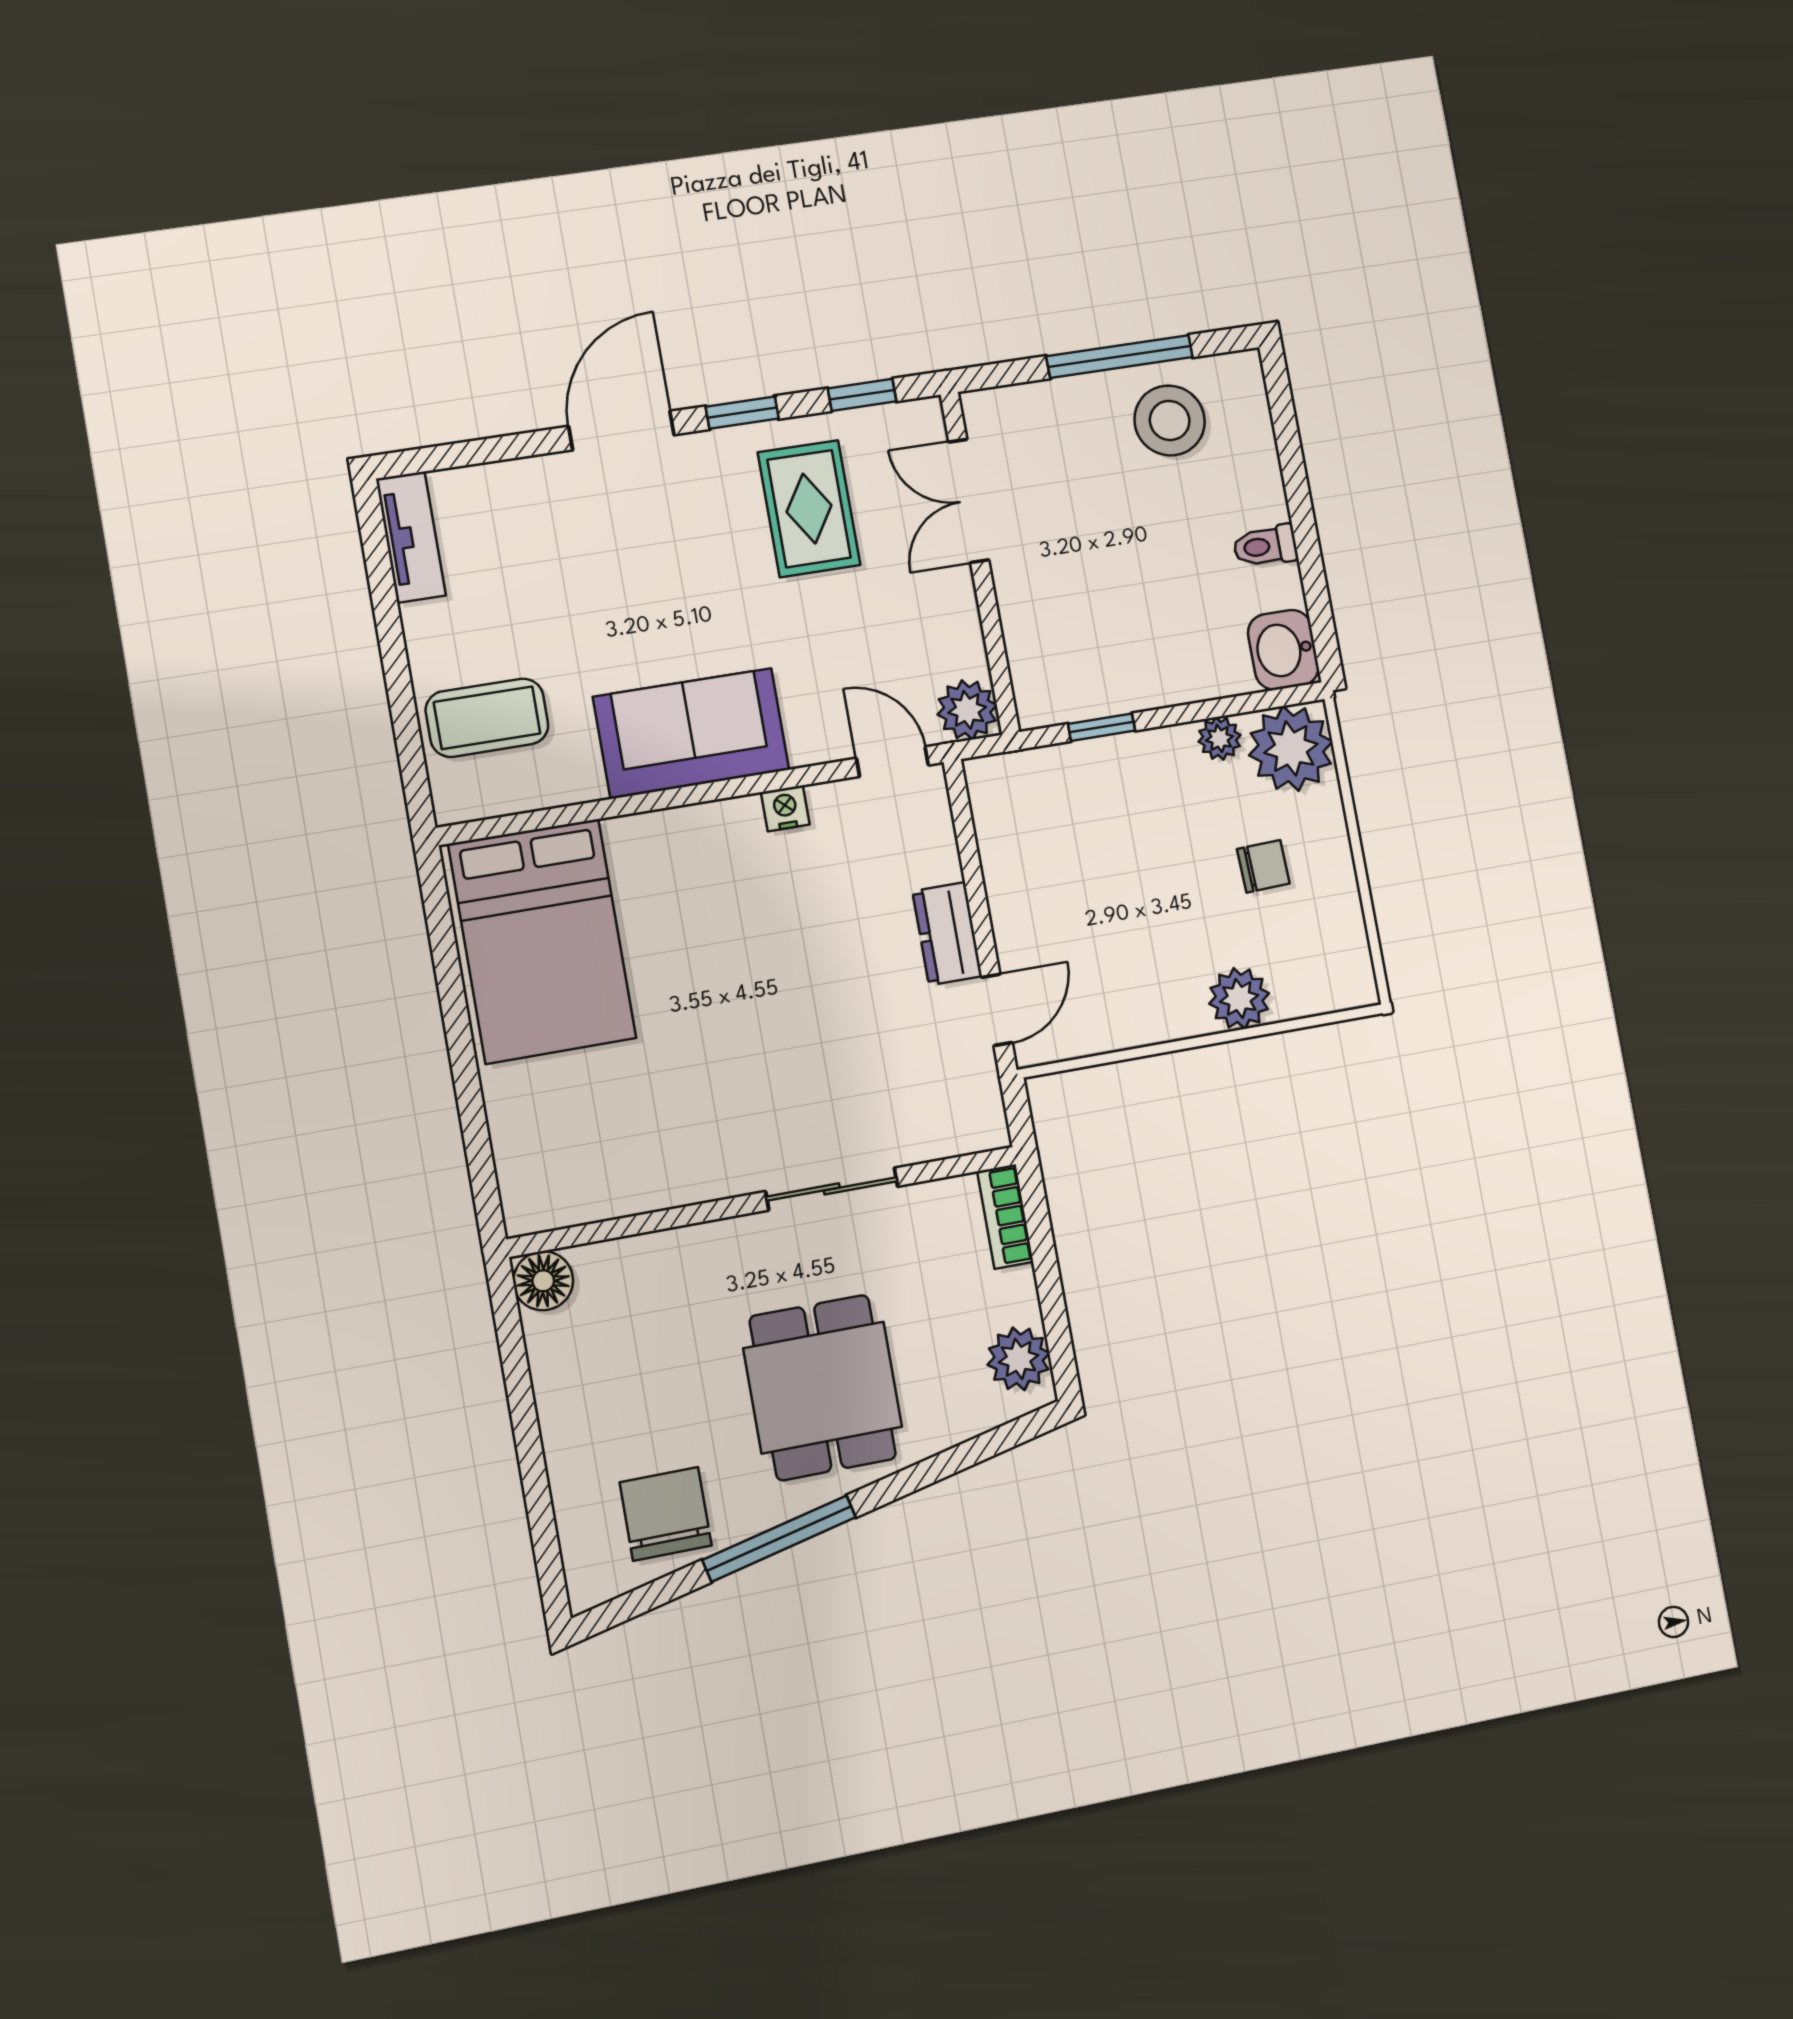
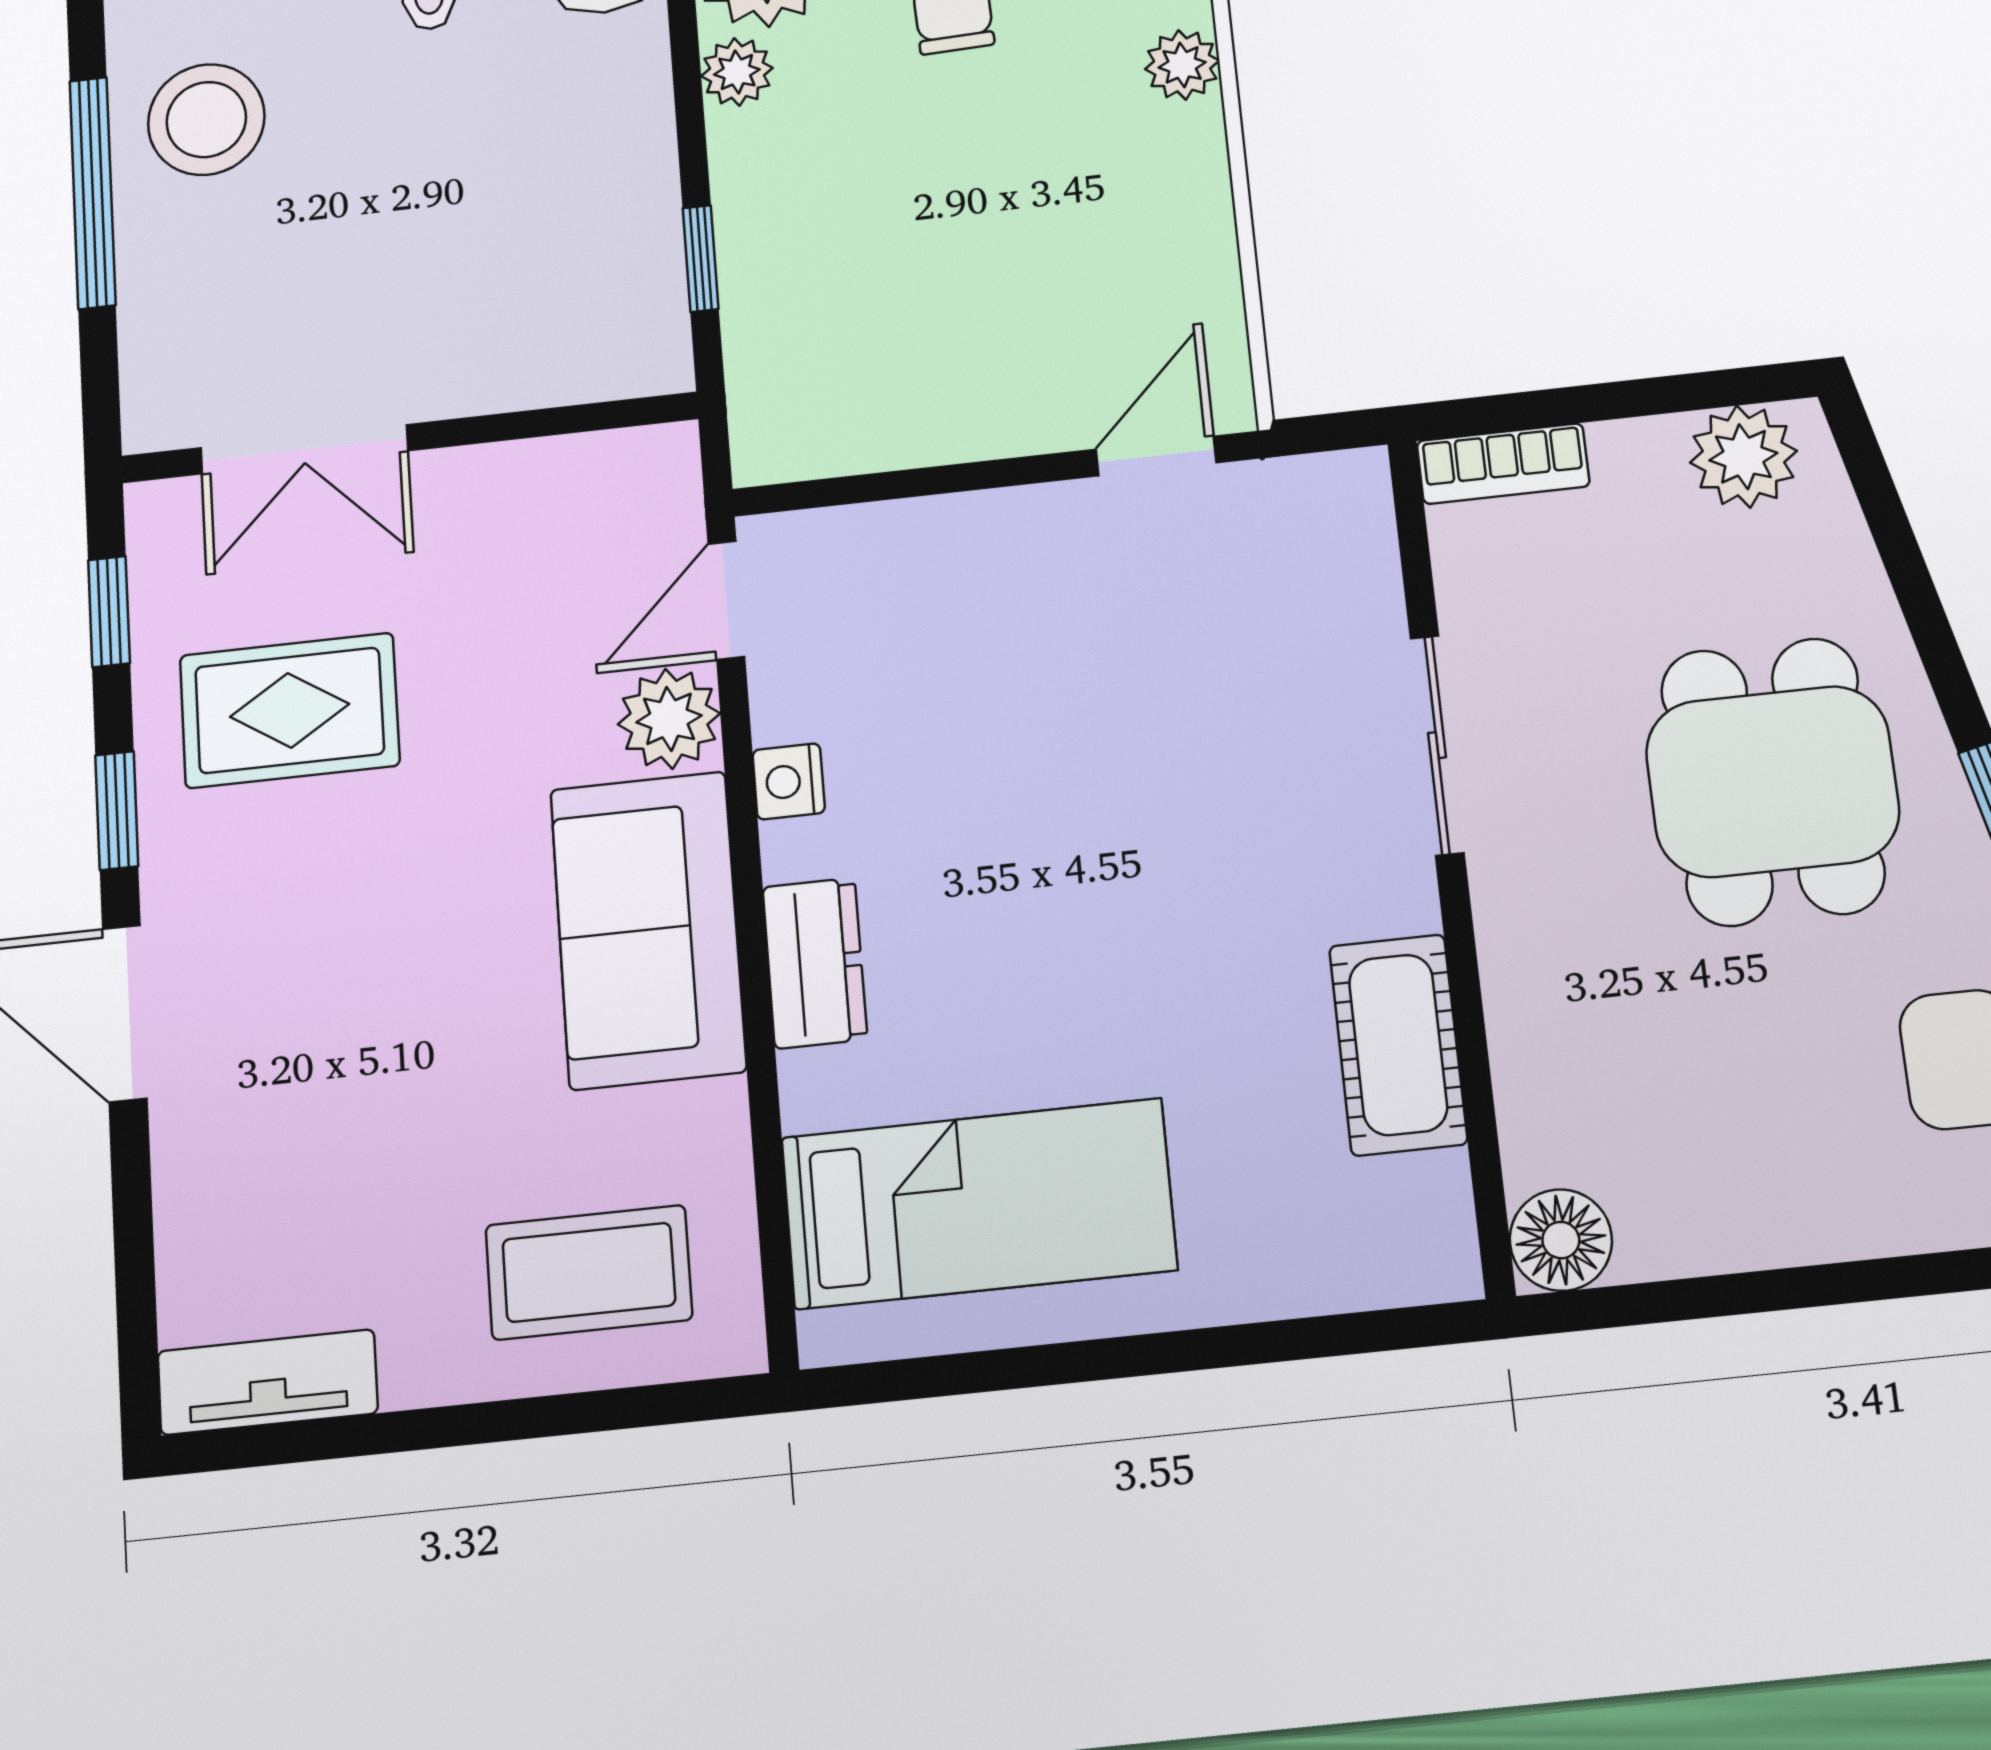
plant: (967, 710) -> (669, 719), moved
coffee table: (487, 718) -> (589, 1272), turned 90
dresser: (947, 934) -> (815, 963), moved, turned -90
bed: (542, 941) -> (979, 1204), width x0.67
plant: (1239, 998) -> (1182, 65), width x0.73, depth x0.73
door: (997, 1010) -> (1156, 456), hinge flipped
cot: (652, 1178) -> (1398, 1045), added
dining table: (823, 1388) -> (1772, 782), turned 90

